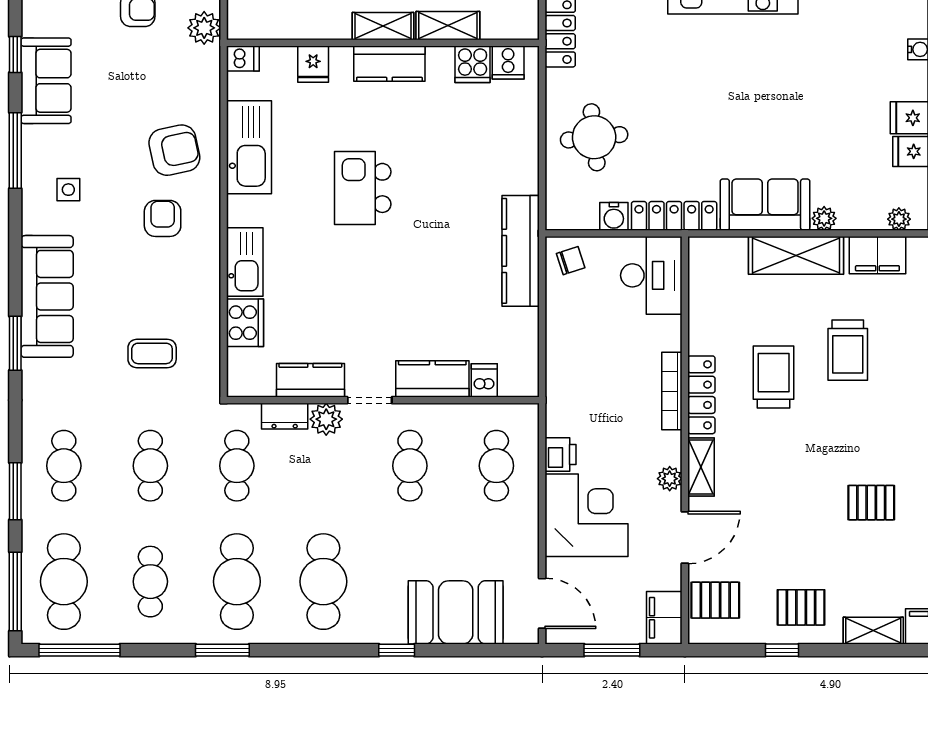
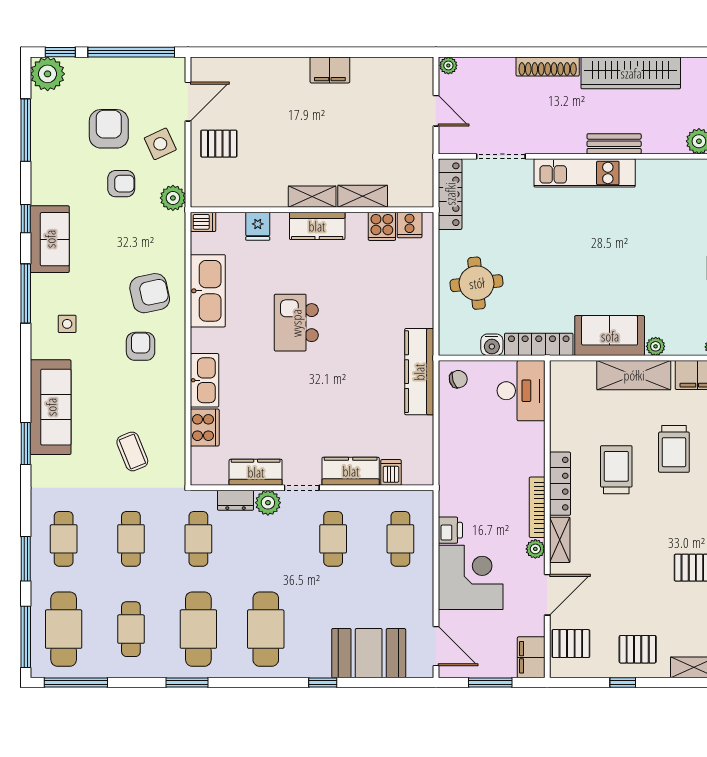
coffee table: (152, 353) -> (132, 451), turned 68
bookcase: (672, 391) -> (537, 507), moved

